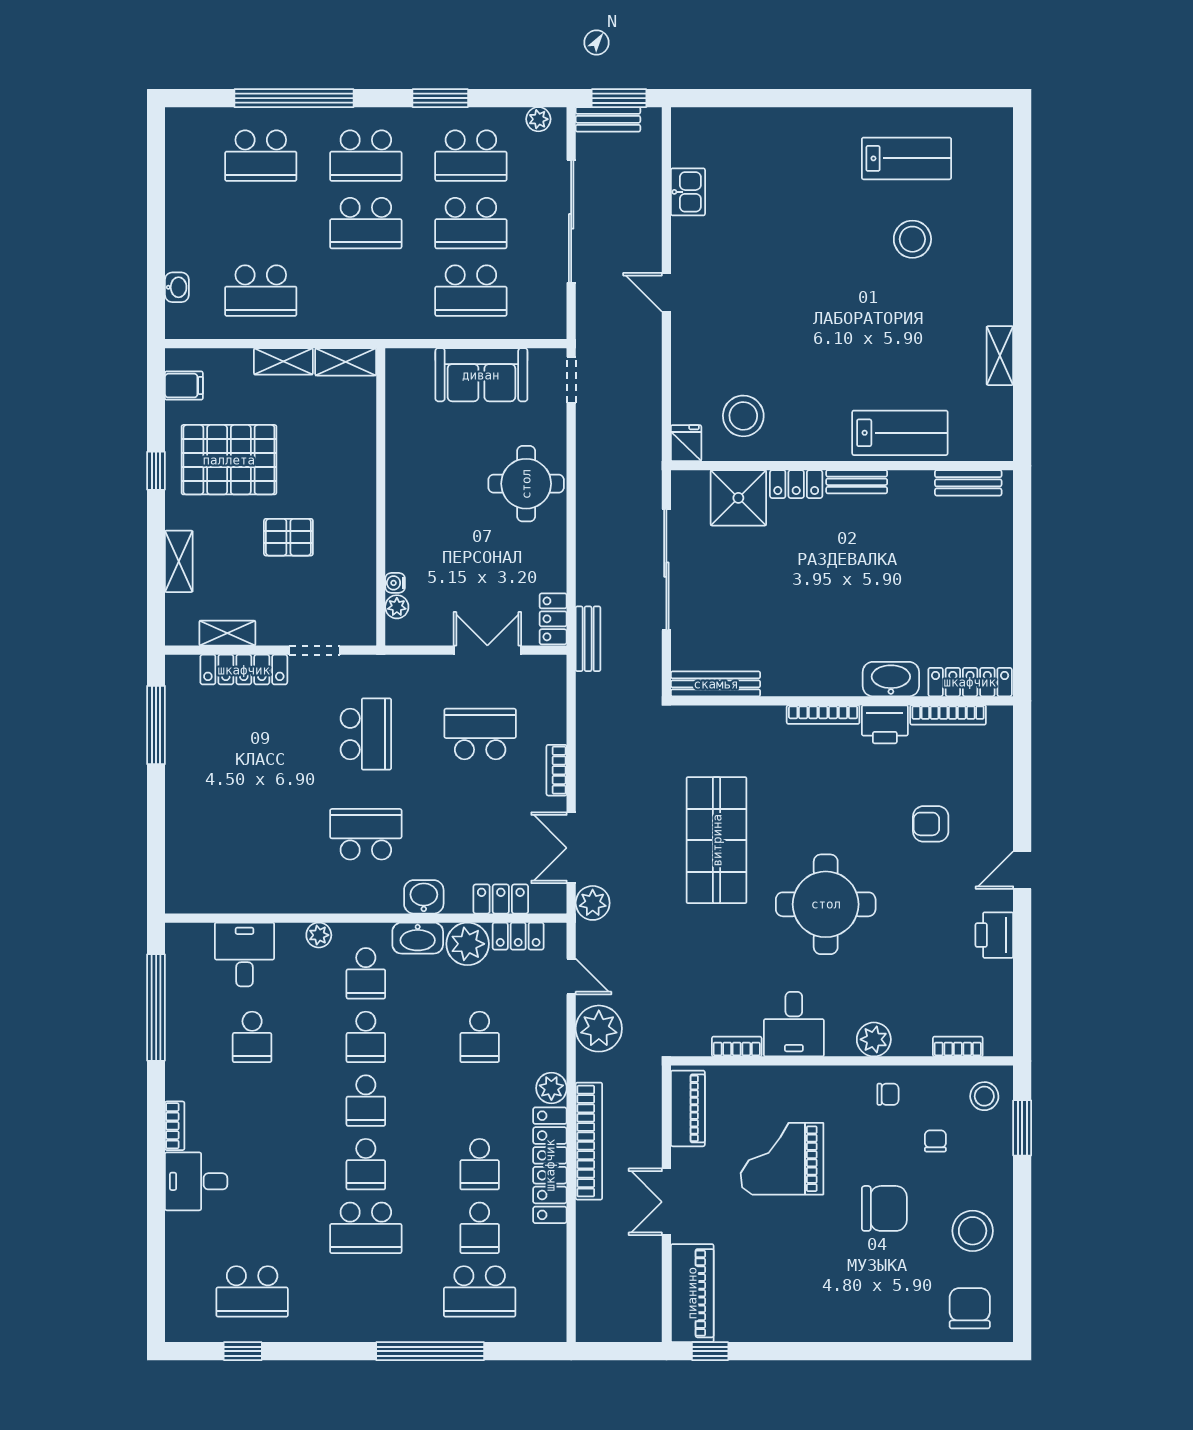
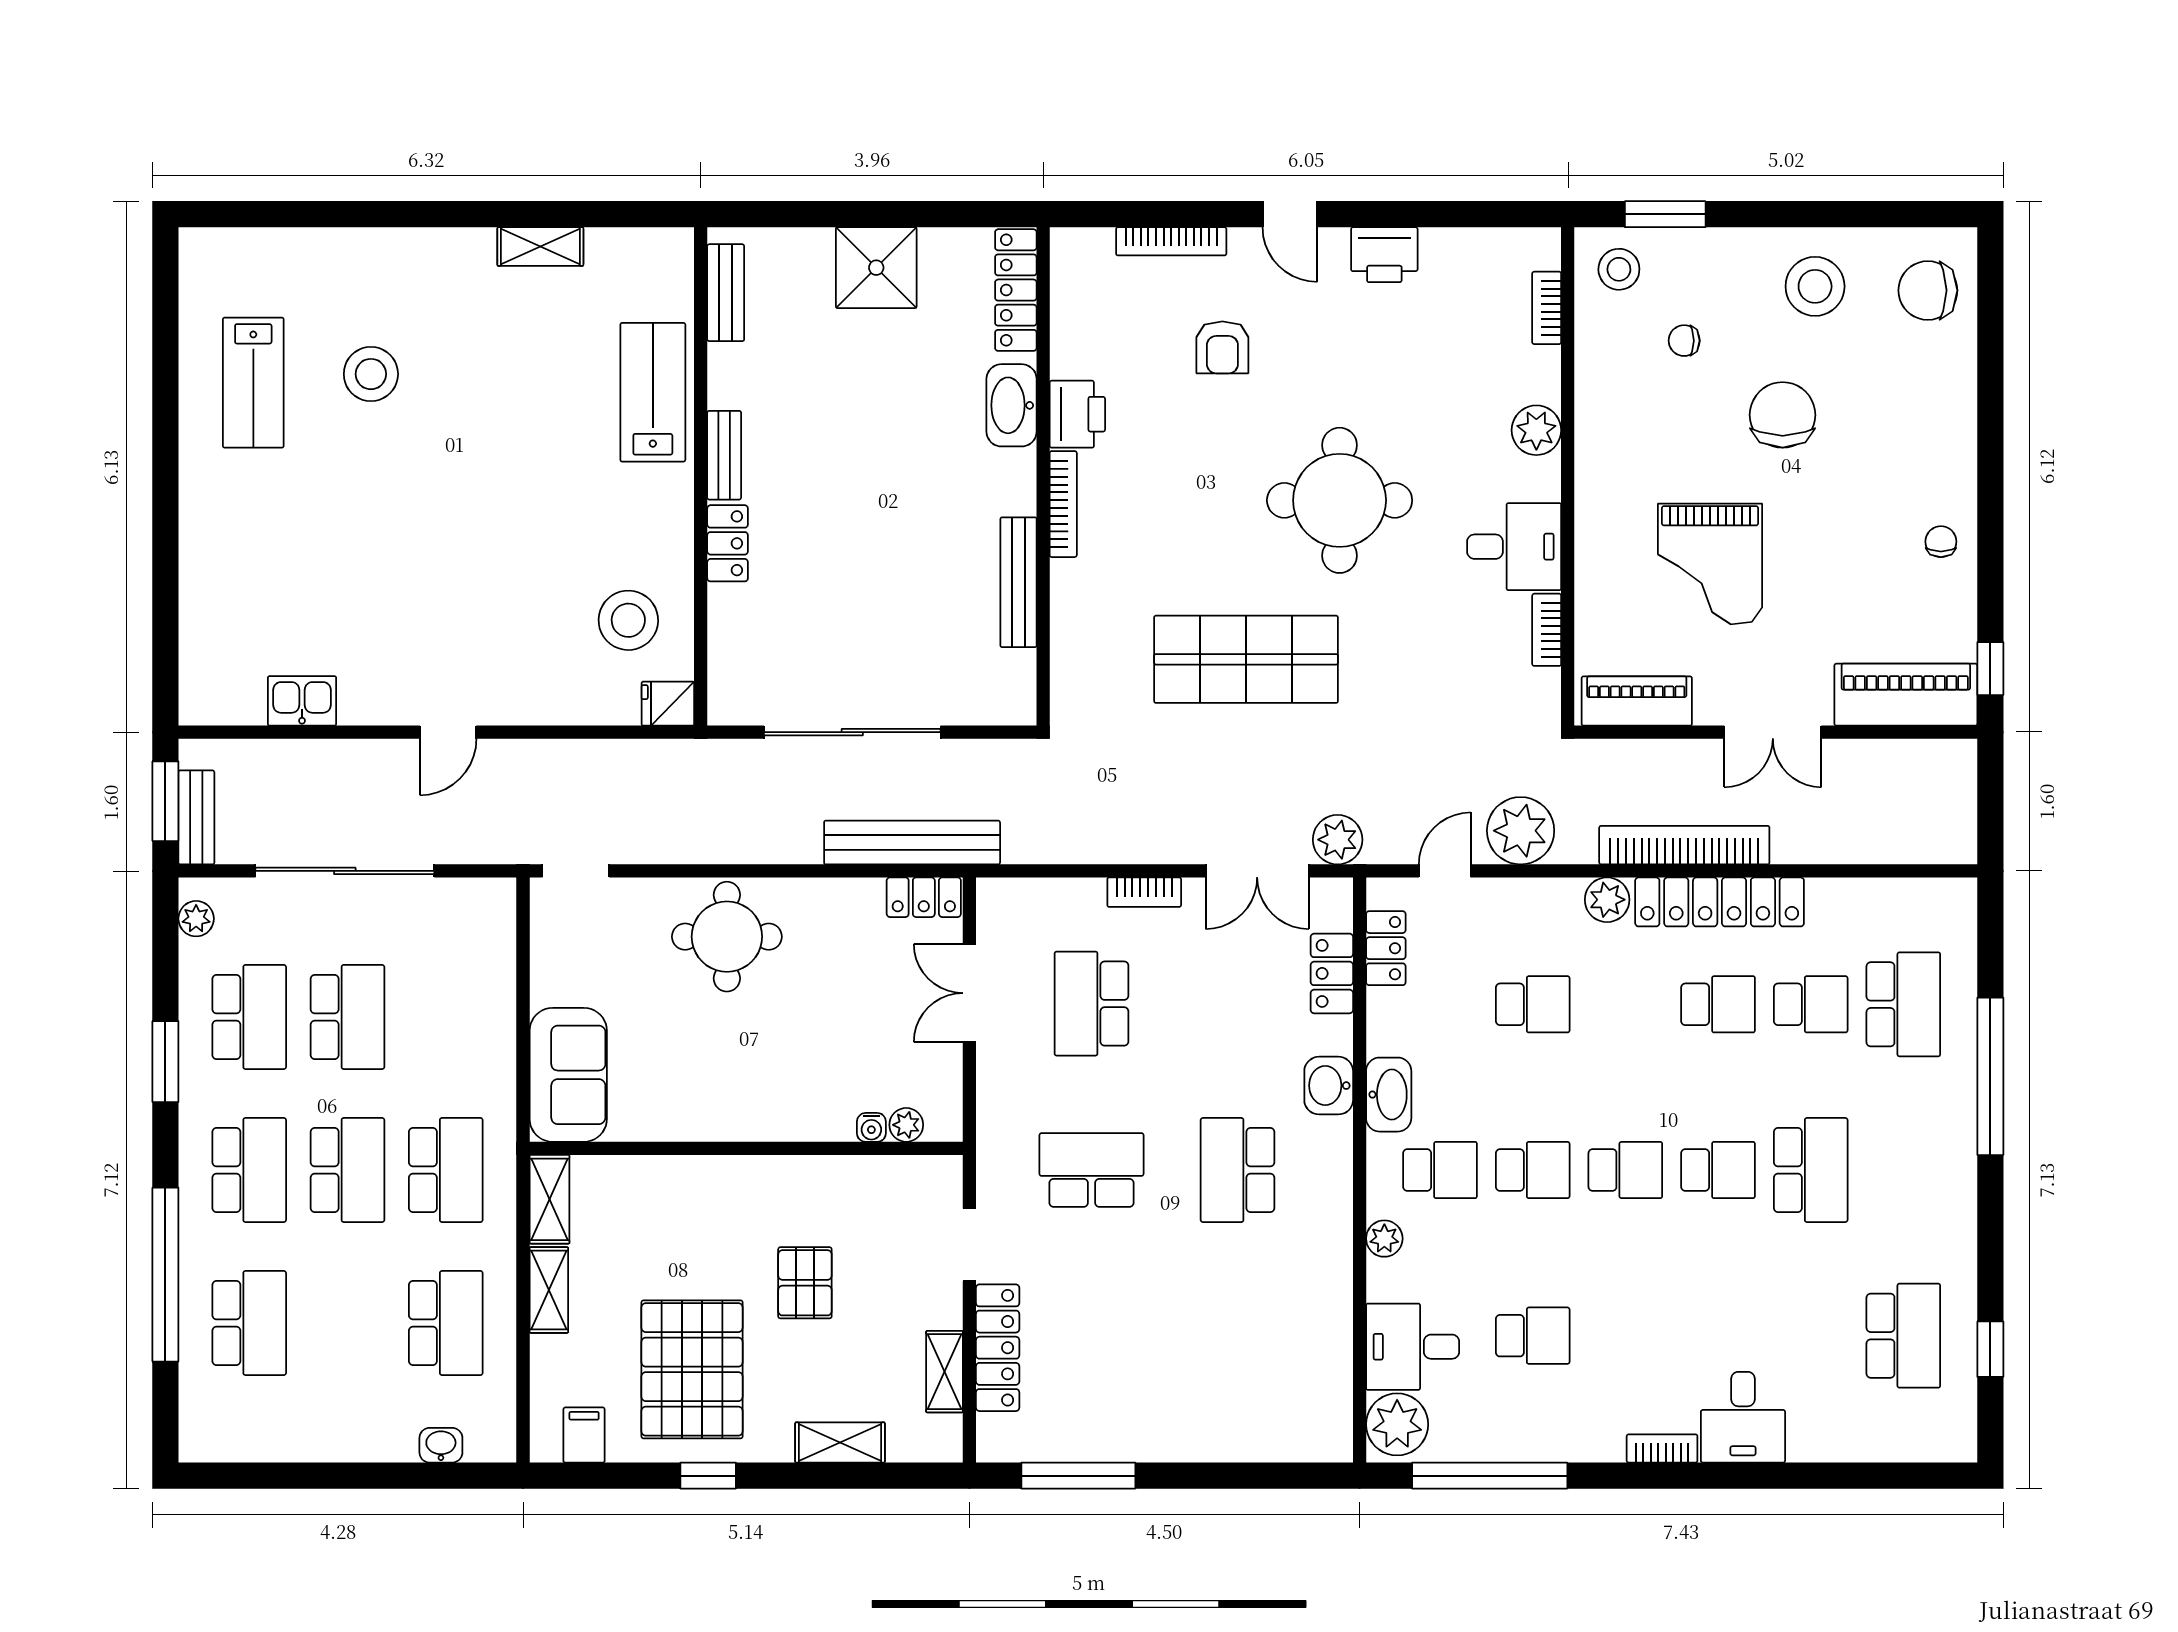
lab bench: (906, 158) -> (253, 383), turned 180
school desk: (471, 291) -> (446, 1170), moved
sofa: (481, 375) -> (568, 1075), moved
shower: (738, 498) -> (876, 268), moved
bench: (588, 639) -> (912, 843), width x1.86, depth x1.21
bench: (716, 684) -> (1018, 582), moved
bookcase: (948, 715) -> (1171, 241), moved, turned 90
plant: (468, 944) -> (1397, 1424), moved
chair: (888, 1094) -> (1941, 542), moved

